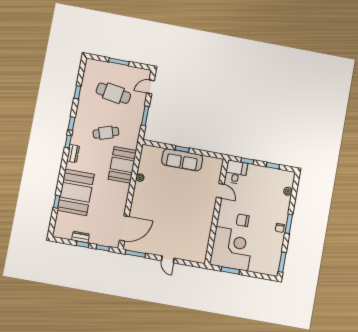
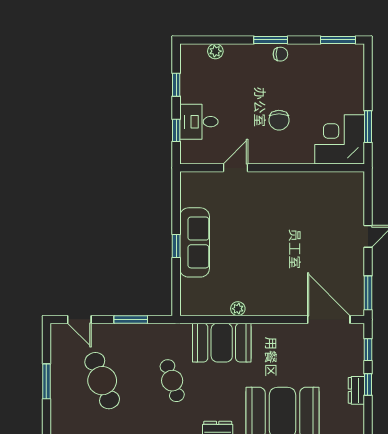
cafe table: (113, 93) -> (102, 381), turned -30
desk: (236, 172) -> (199, 122), moved
corner desk: (232, 249) -> (340, 139), width x0.74, depth x0.74

